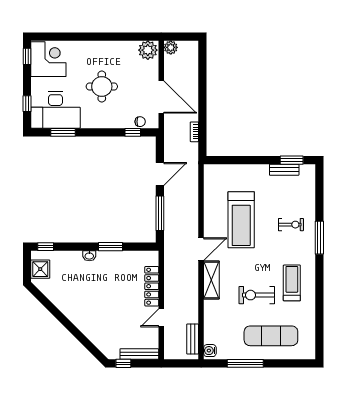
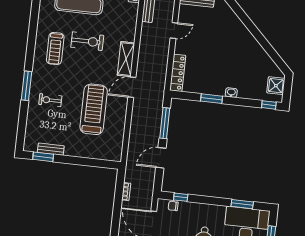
locker: (152, 286) -> (178, 73), moved

